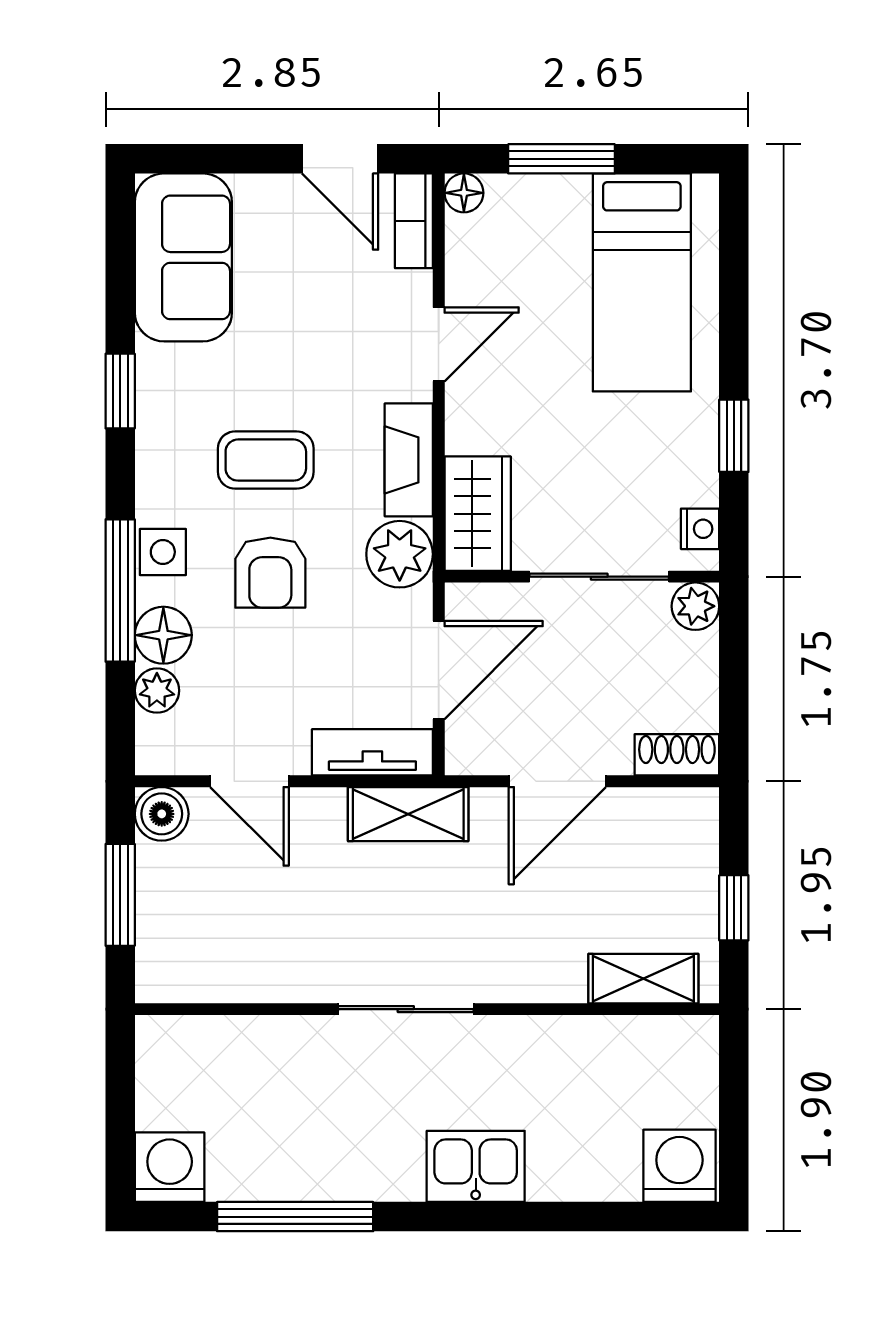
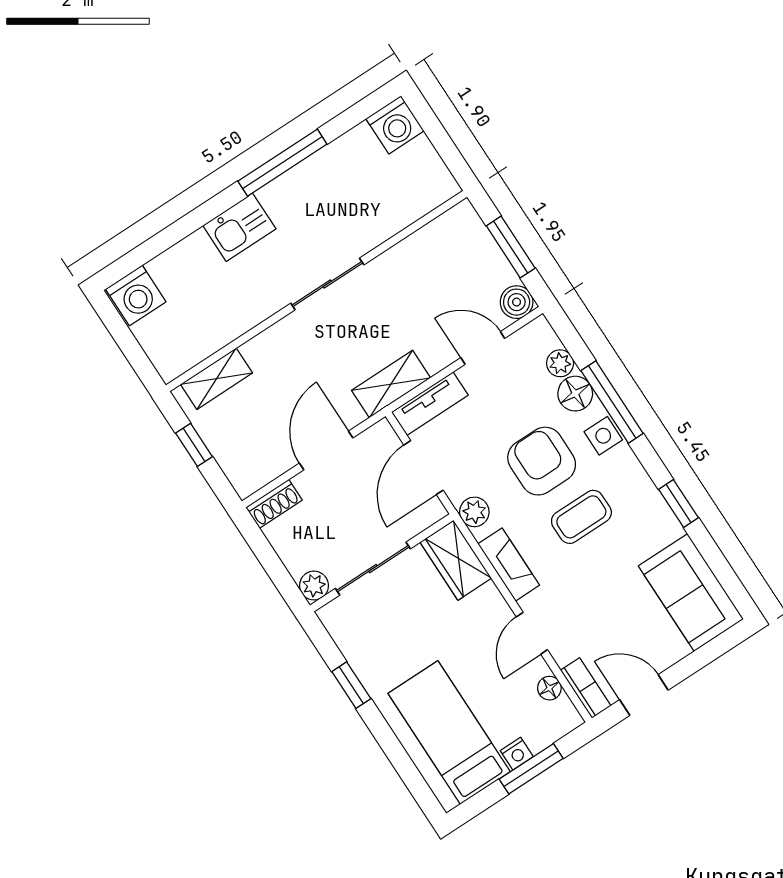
floor lamp: (464, 193) -> (549, 688), moved
nightstand: (700, 529) -> (517, 754), moved, turned -90
plant: (400, 554) -> (474, 512), width x0.73, depth x0.73
armchair: (270, 573) -> (542, 461), width x1.38, depth x1.38
window: (295, 1217) -> (282, 163), moved

